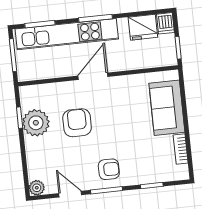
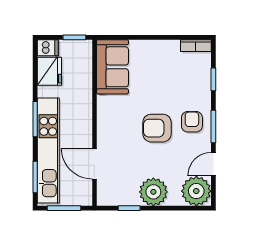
door: (93, 76) -> (94, 164), moved
sofa: (167, 108) -> (112, 67), moved, turned -90
plant: (36, 123) -> (153, 192), moved
armchair: (77, 123) -> (157, 128), moved
bookcase: (181, 149) -> (196, 46), moved
plant: (37, 188) -> (196, 191), width x1.88, depth x1.88

